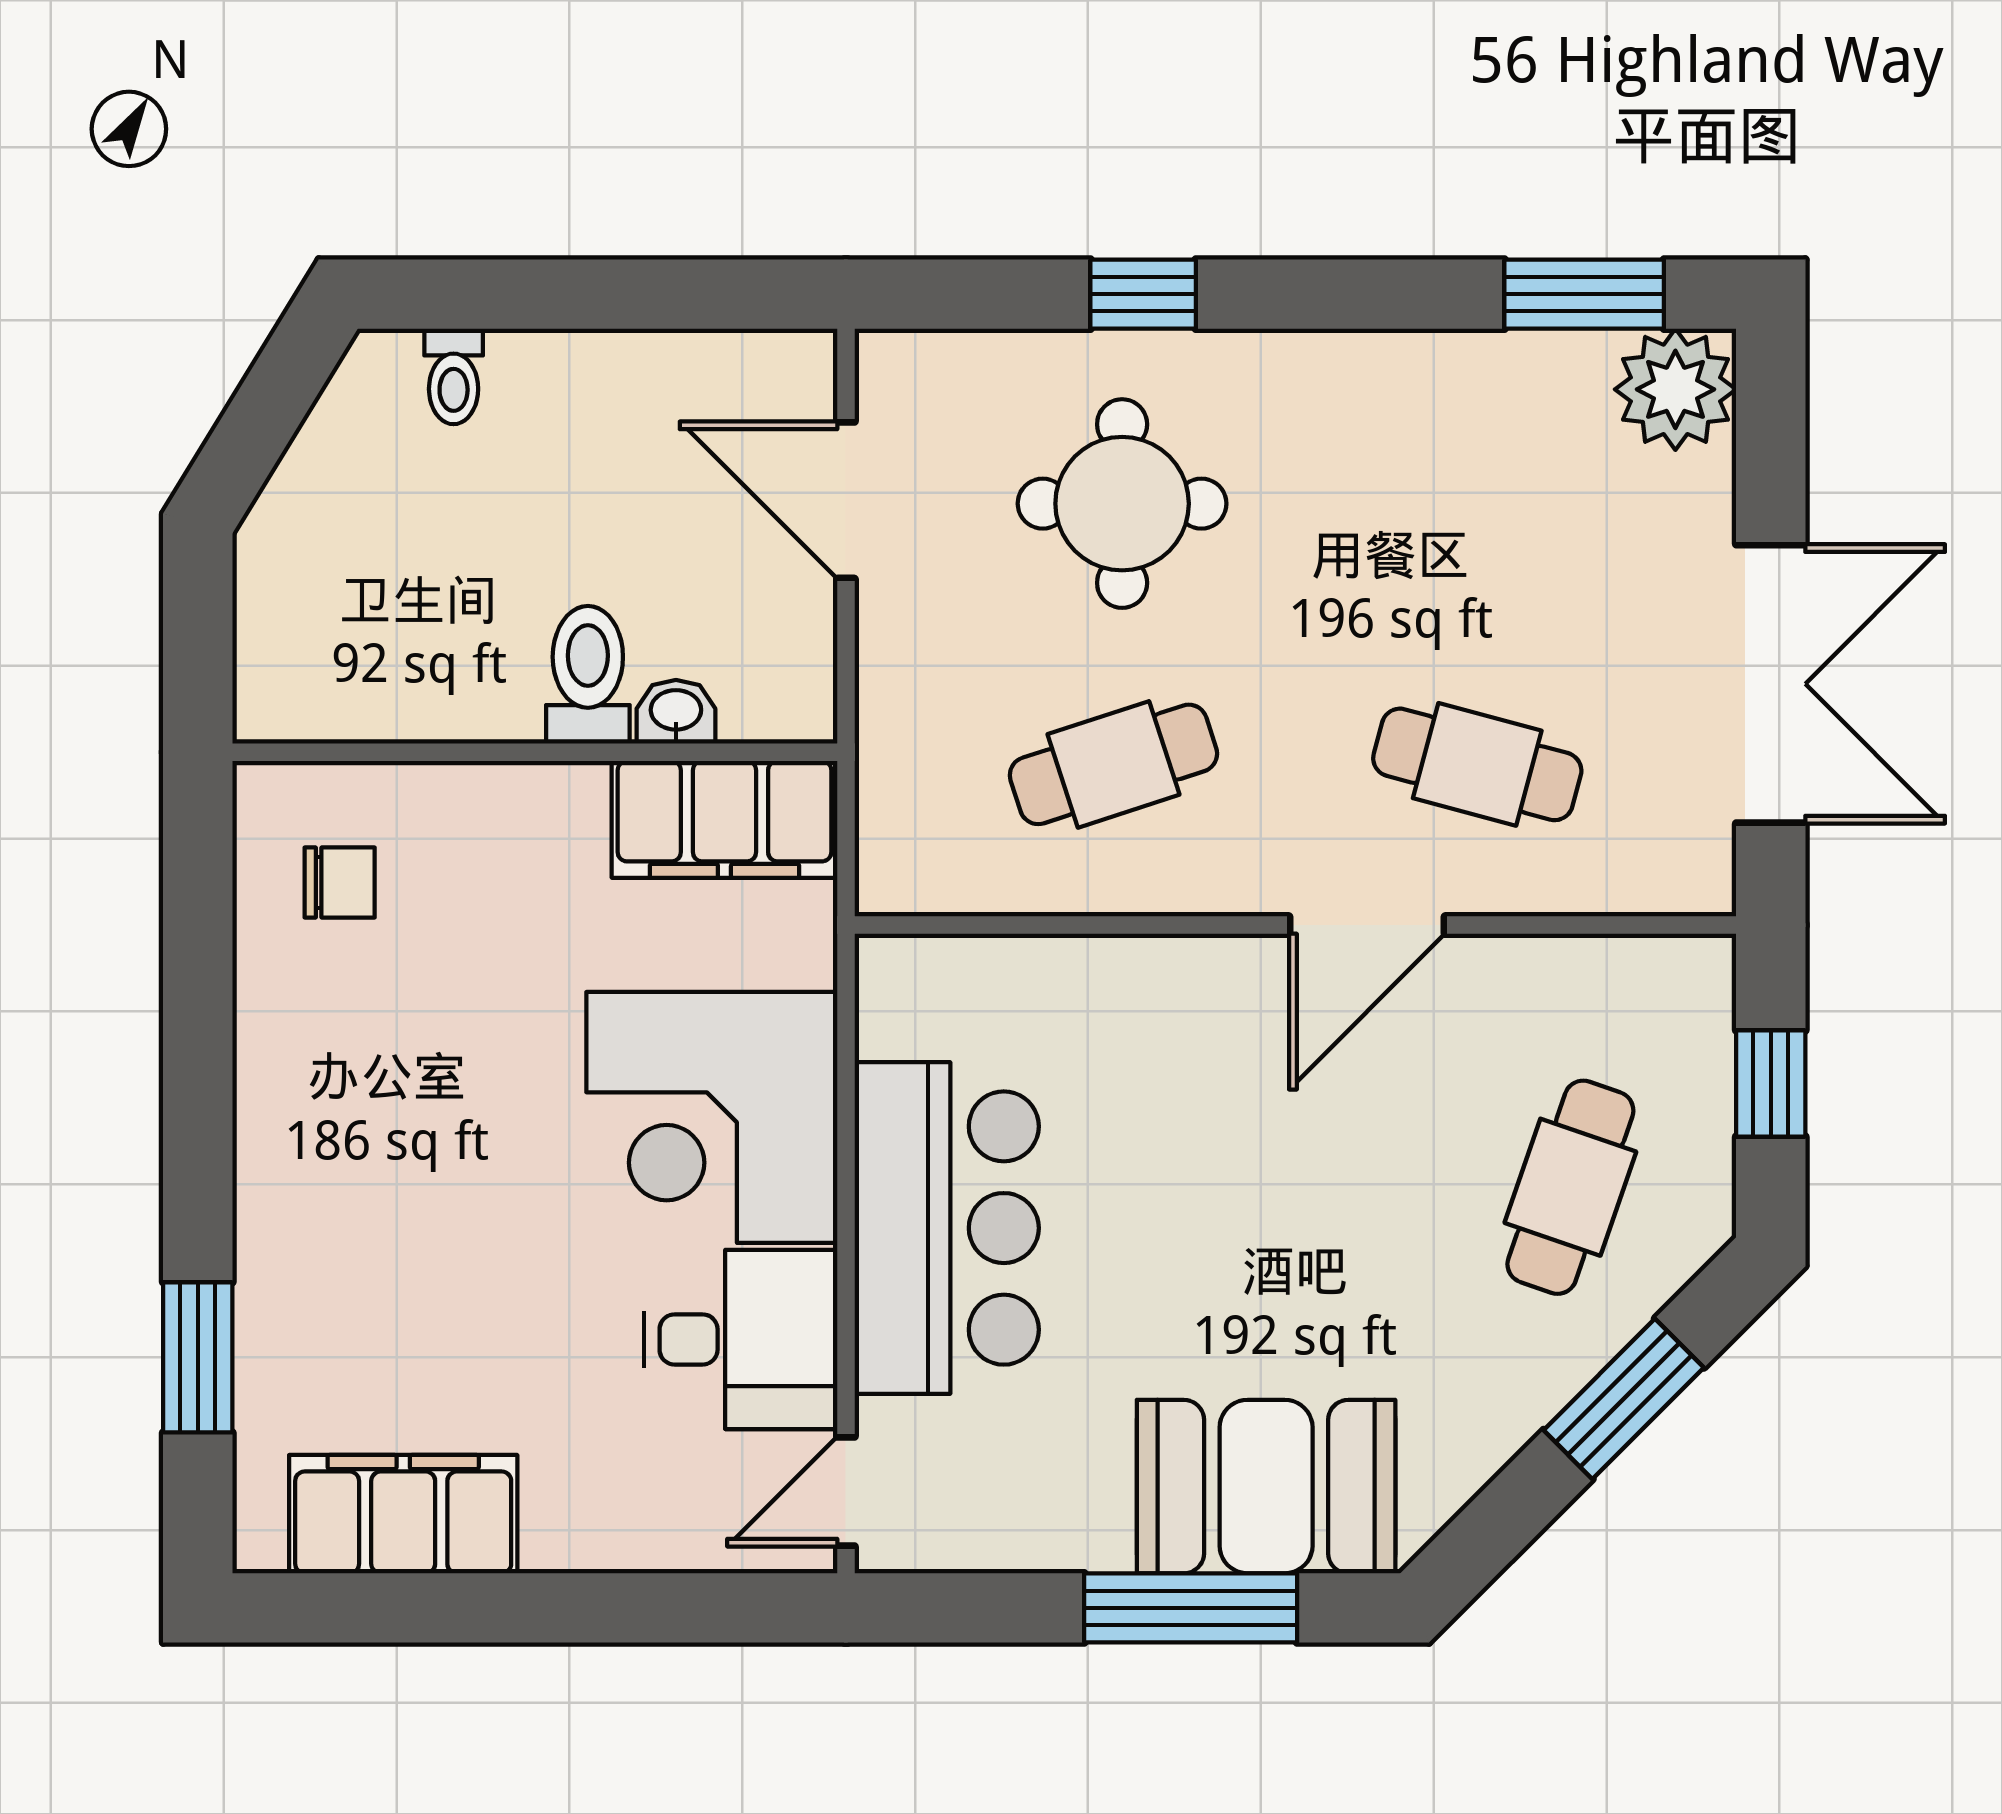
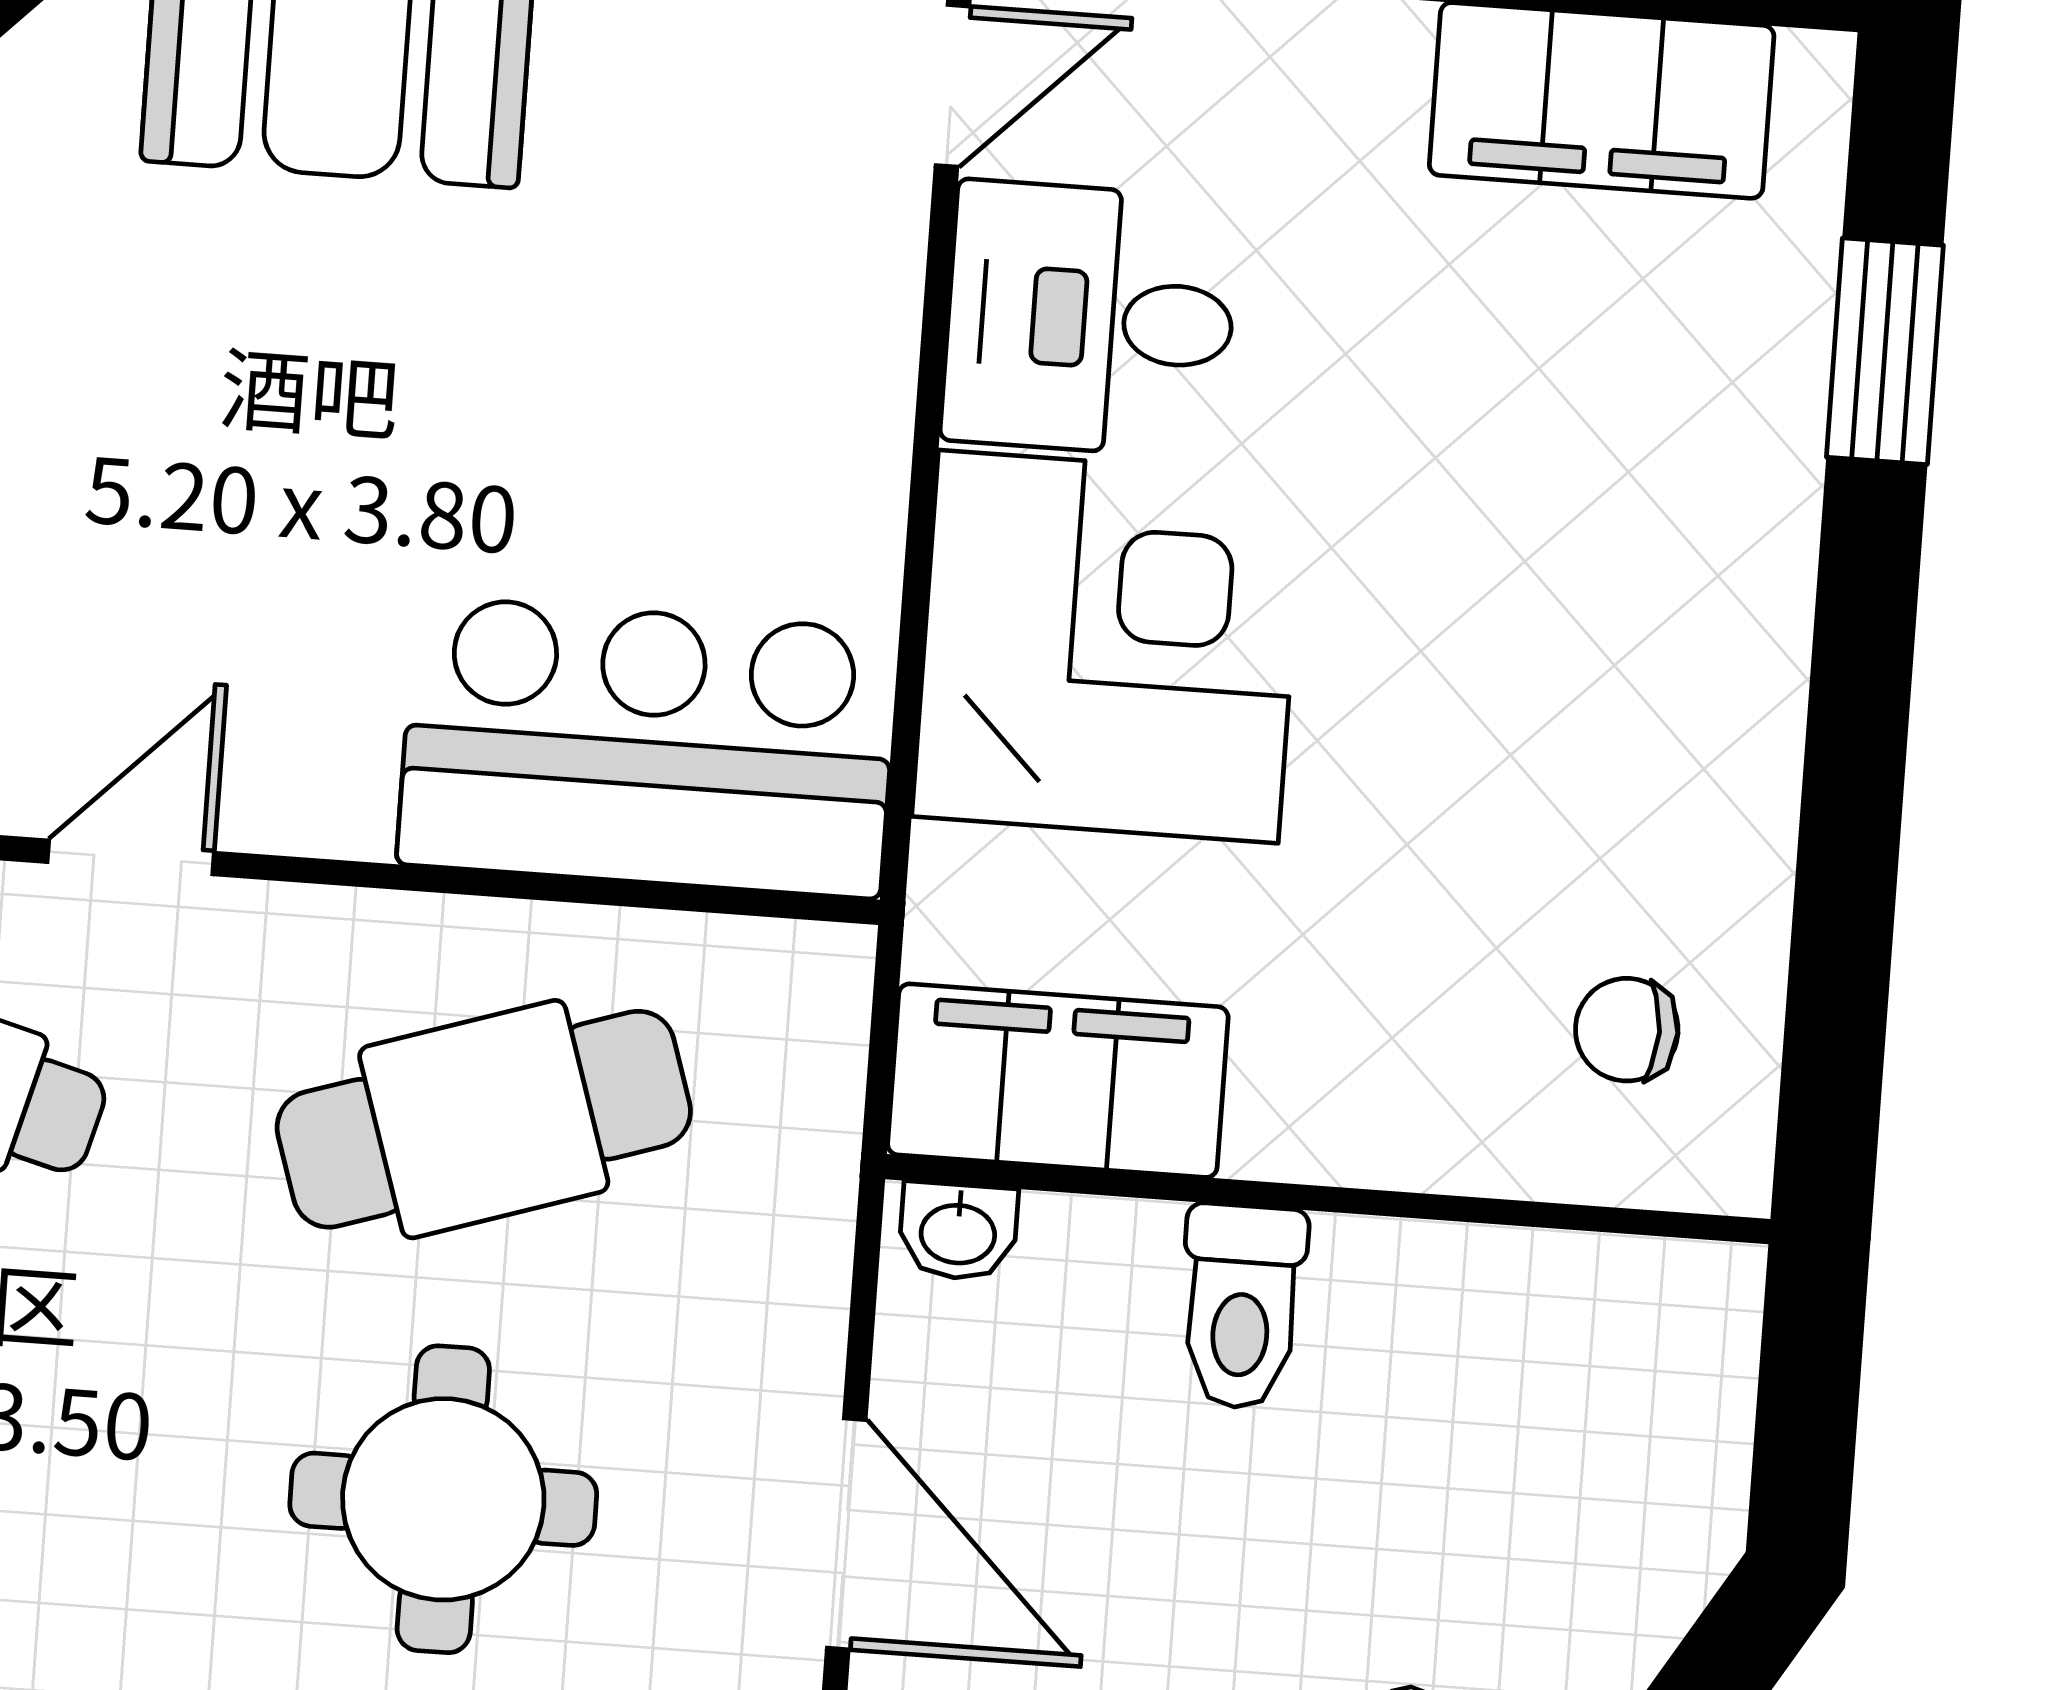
washbasin: (676, 712) -> (958, 1231), moved
cafe table: (1113, 764) -> (484, 1119), width x1.37, depth x1.35
door: (1367, 925) -> (131, 857), width x0.73
bar counter: (947, 1228) -> (648, 747), moved, turned 90

